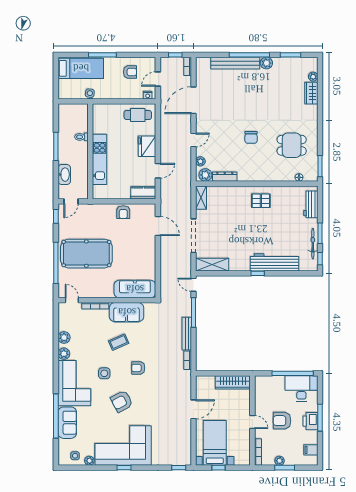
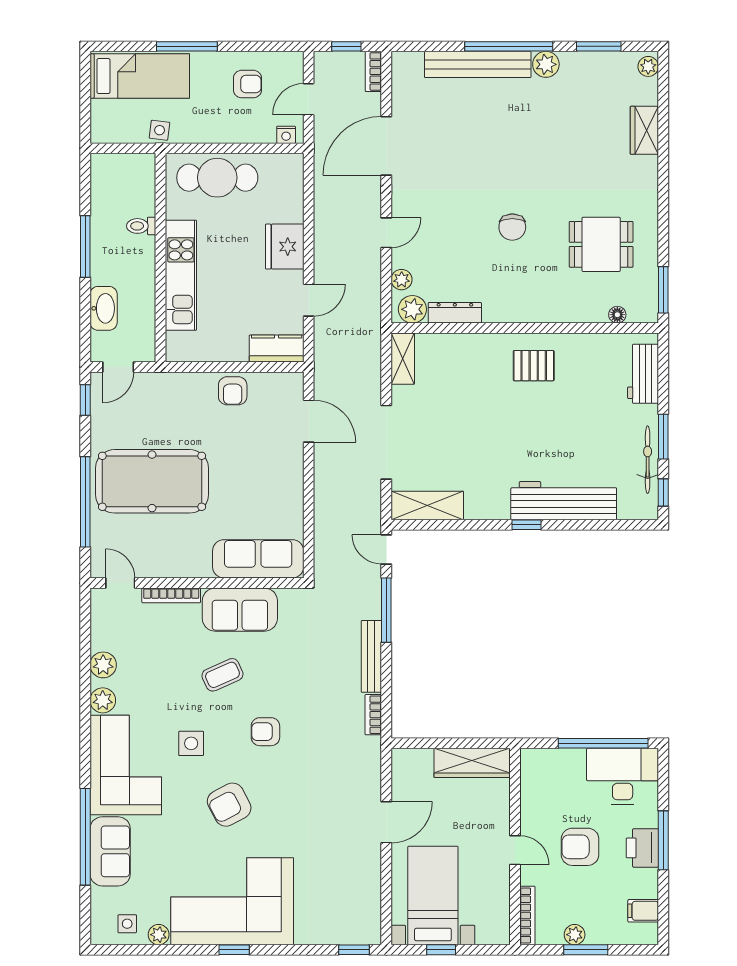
plant: (313, 77) -> (648, 66), moved
cafe table: (138, 115) -> (217, 178), moved, width x1.37, depth x1.35

